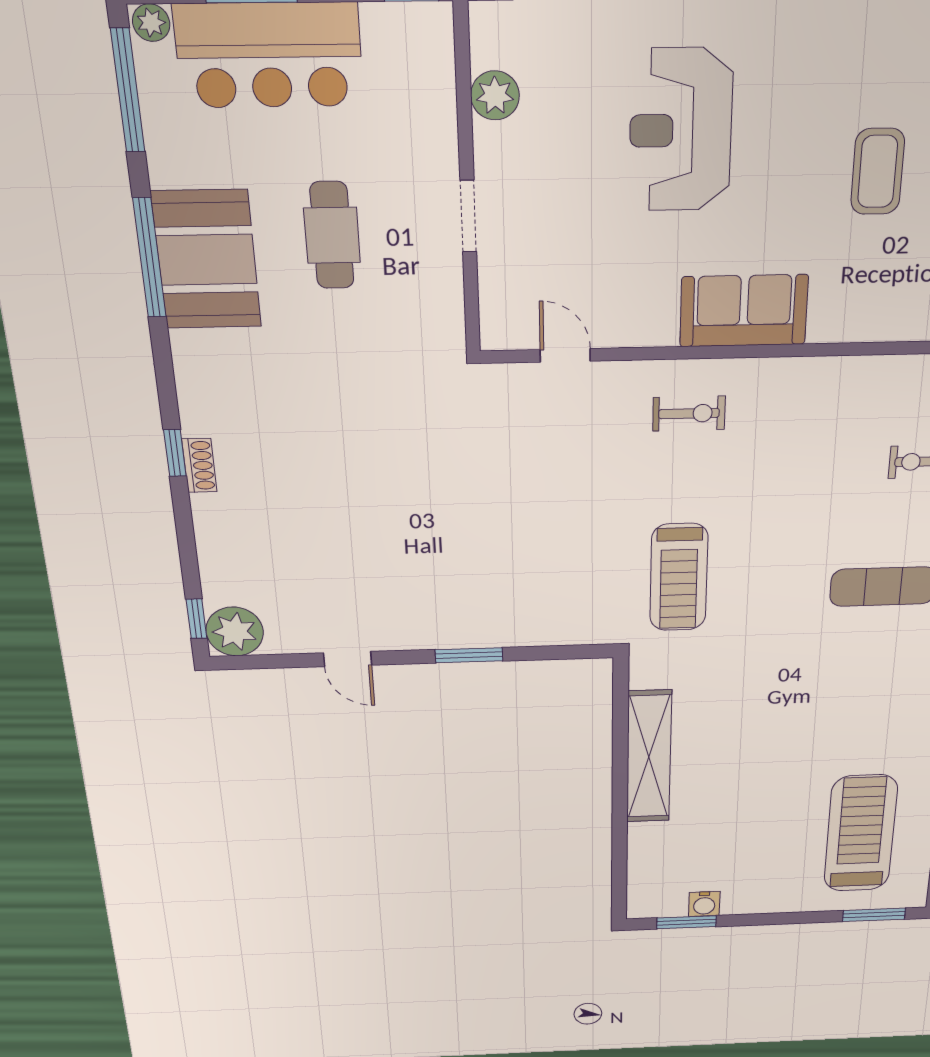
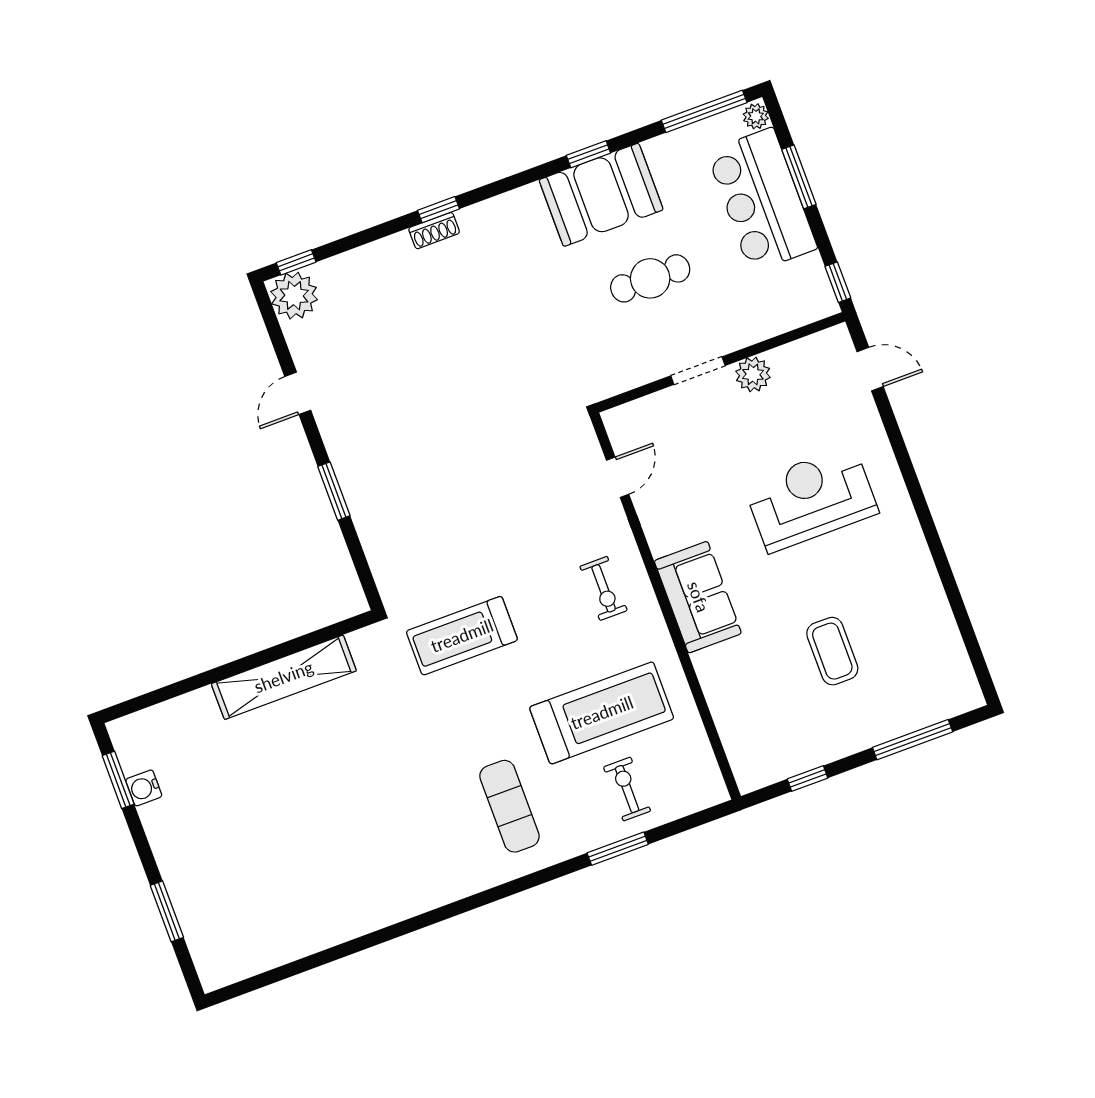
plant: (495, 95) -> (753, 374), moved
coffee table: (878, 172) -> (832, 651), turned 90
window: (149, 258) -> (588, 154), width x0.46
treadmill: (861, 834) -> (602, 713), moved
window: (874, 915) -> (167, 911), moved

